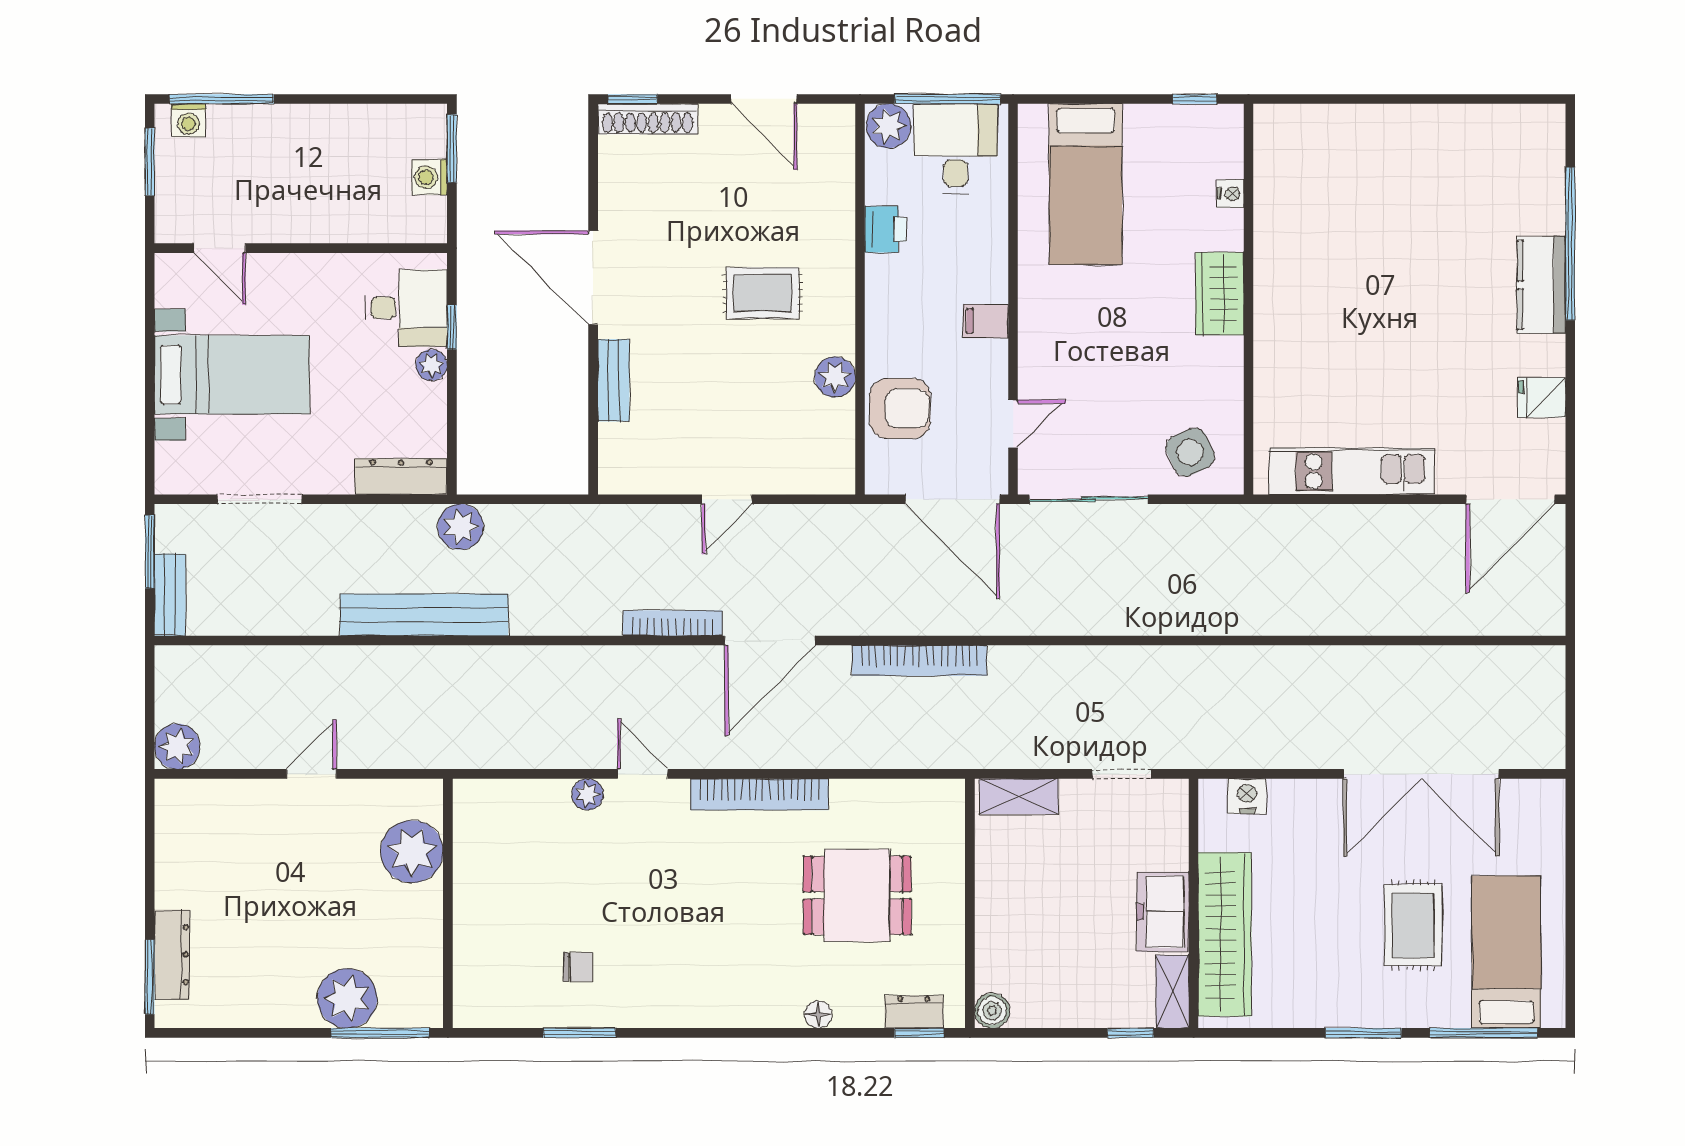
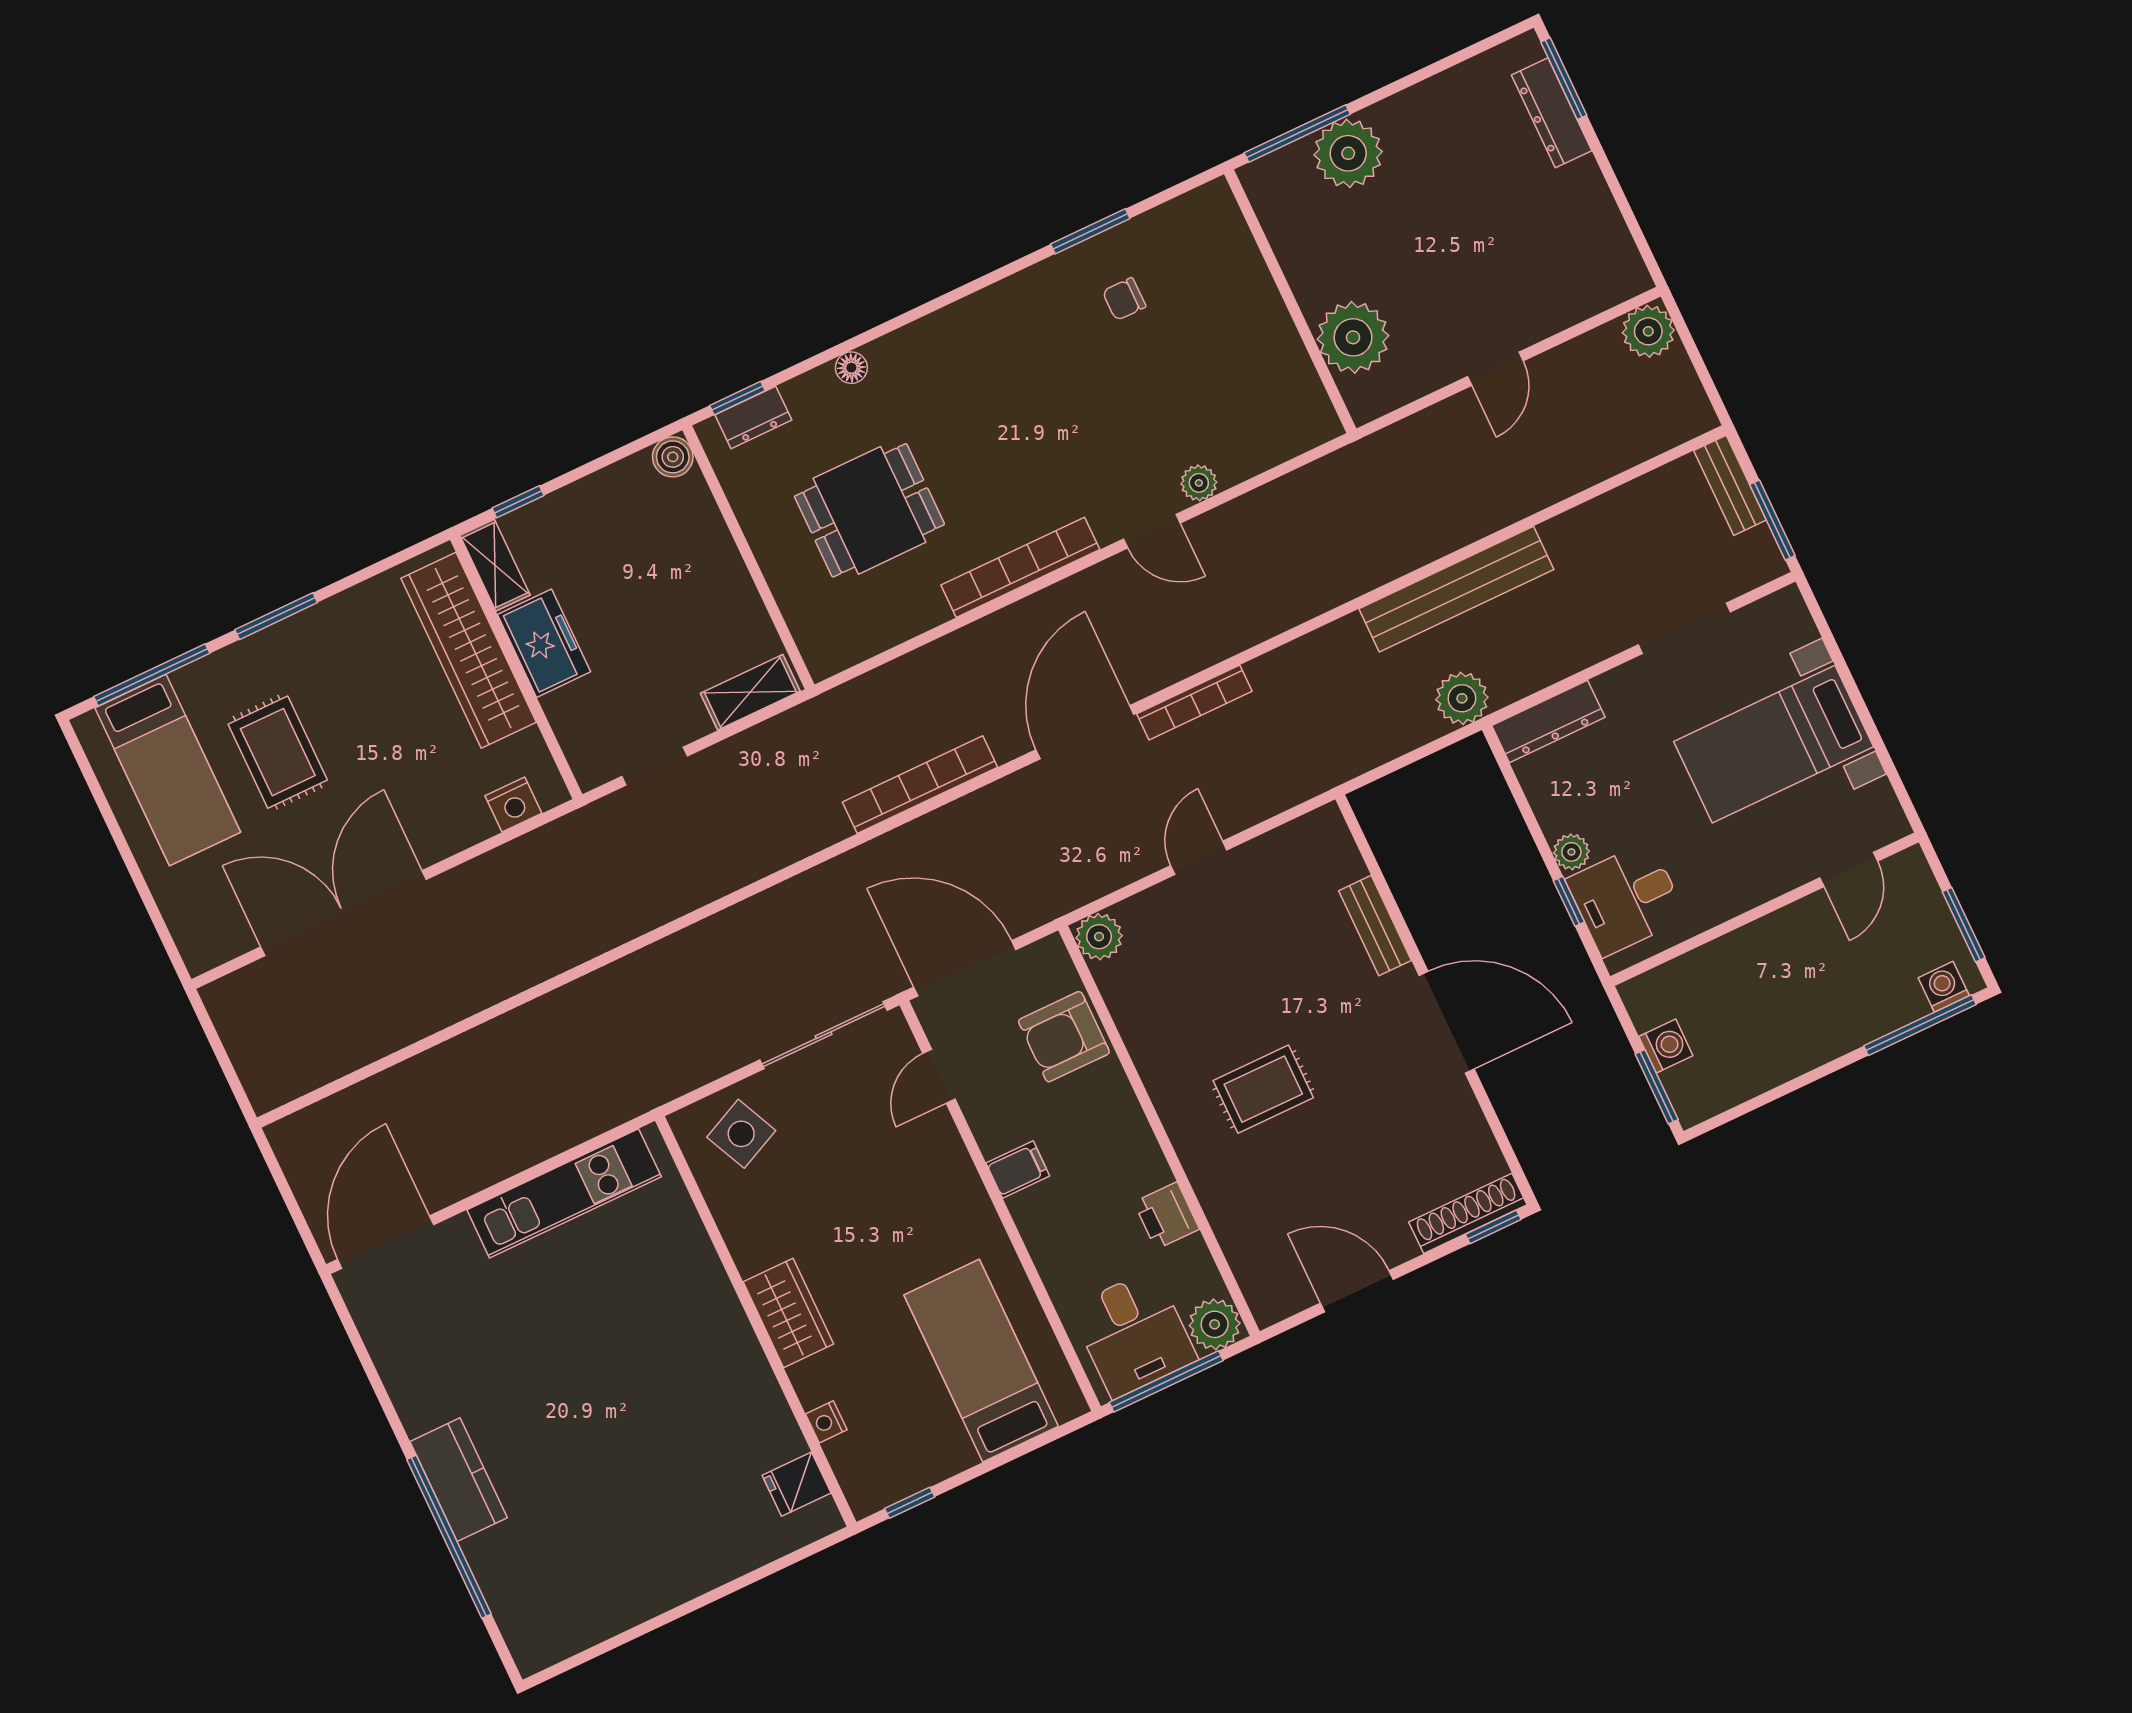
door: (220, 248) -> (1849, 870), swing flipped
plant: (835, 377) -> (1099, 937), moved
fridge: (1542, 397) -> (797, 1484), moved, turned 180

